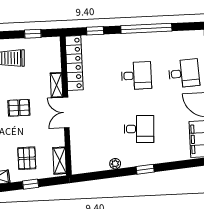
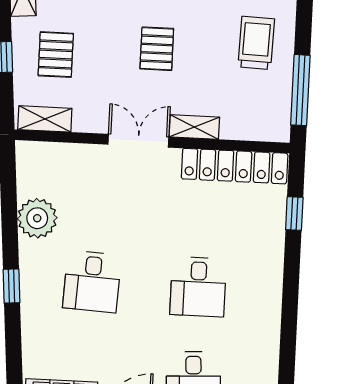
window: (146, 28) -> (289, 315), removed
window: (33, 34) -> (300, 90), width x2.17
pallet: (27, 158) -> (56, 55), turned 90
plant: (115, 164) -> (37, 218), width x1.88, depth x1.88

